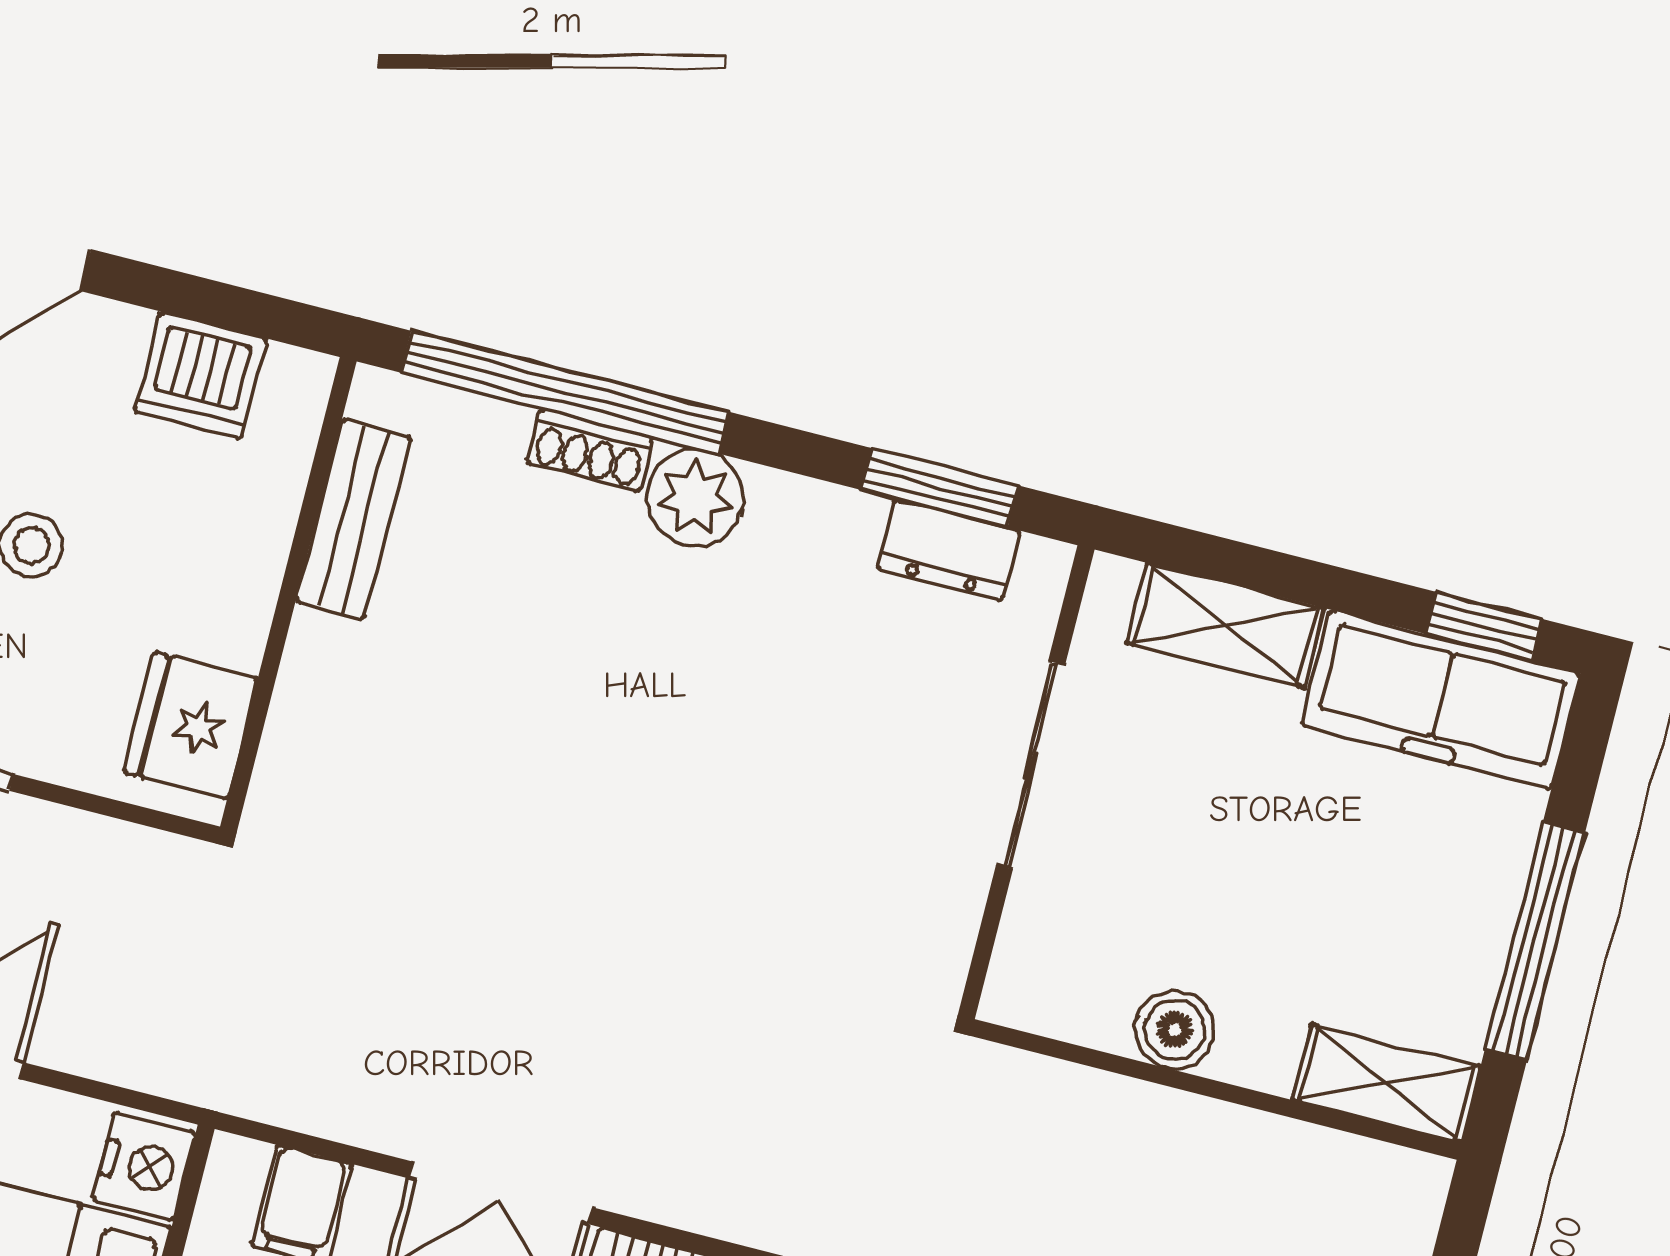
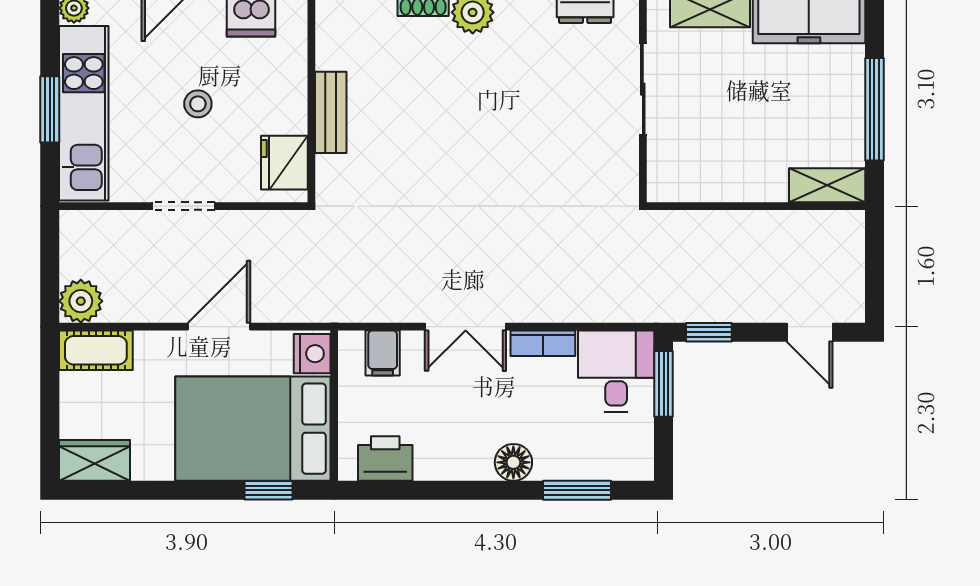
bench: (353, 519) -> (331, 112), moved
boiler: (1174, 1029) -> (732, 185), removed

